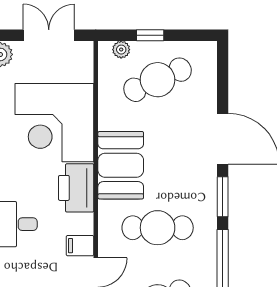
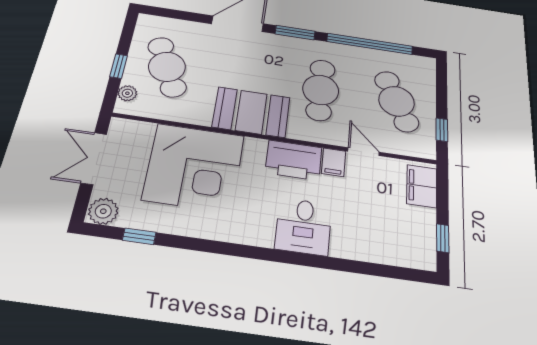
printer: (76, 188) -> (294, 160), moved

